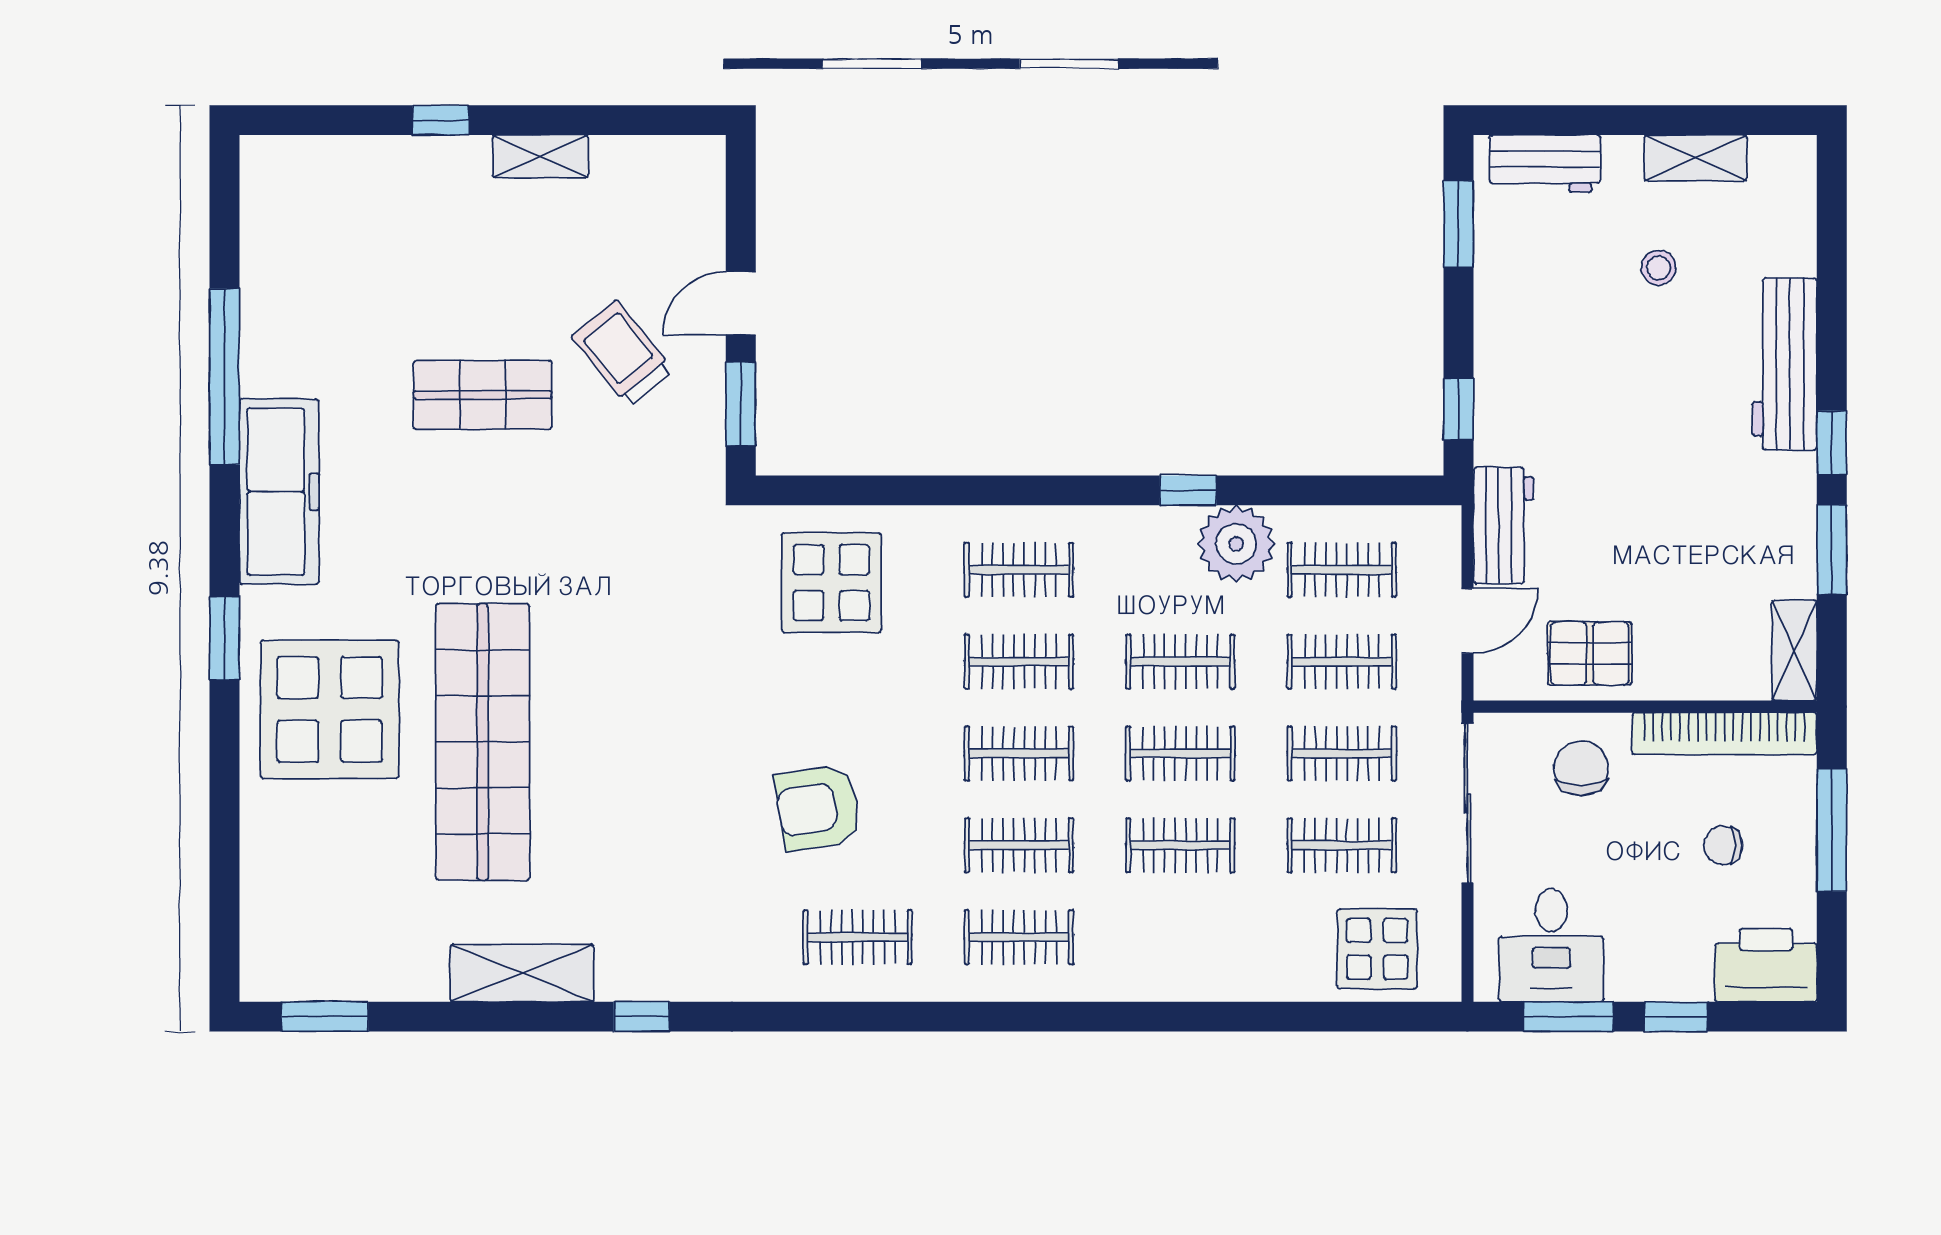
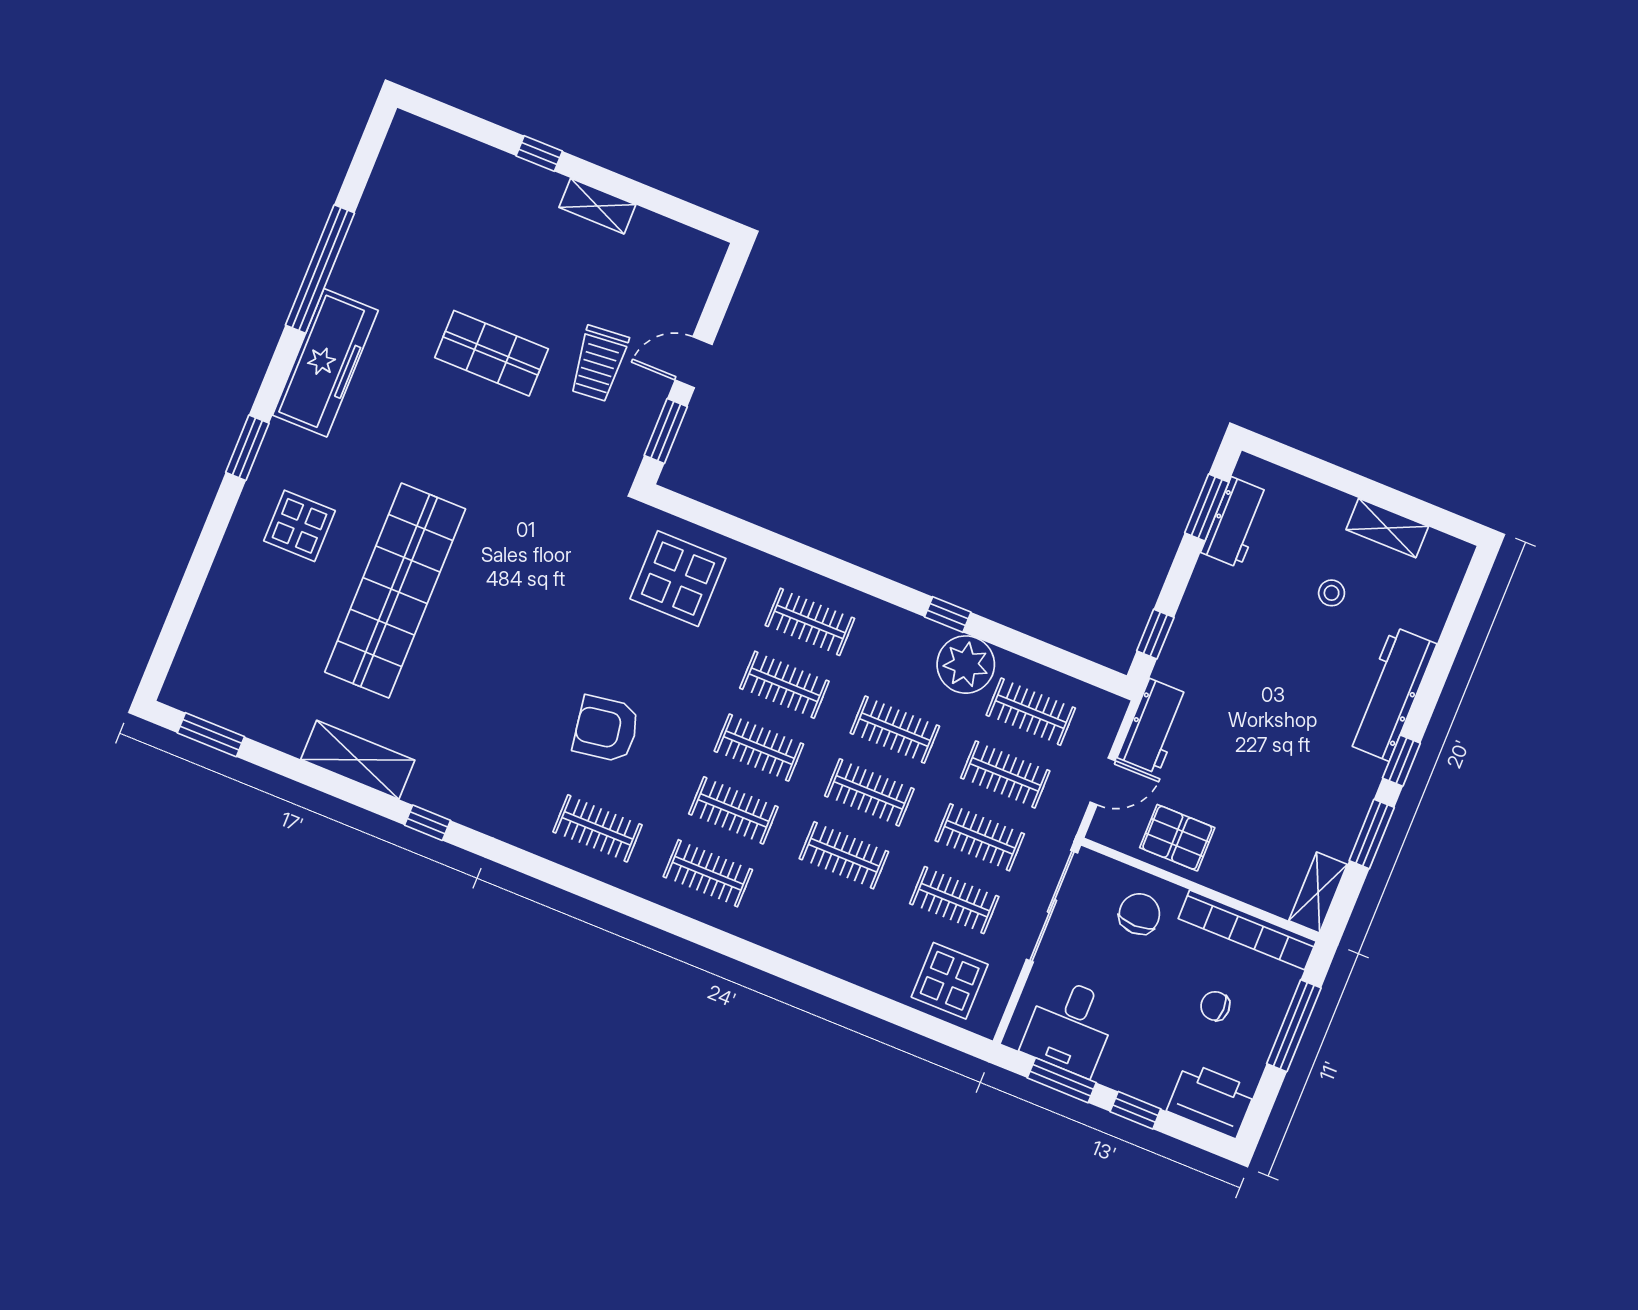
workbench: (1545, 164) -> (1235, 522), moved, turned -90
trolley: (622, 353) -> (599, 364), turned -146
display table: (330, 709) -> (299, 526), width x0.54, depth x0.54

